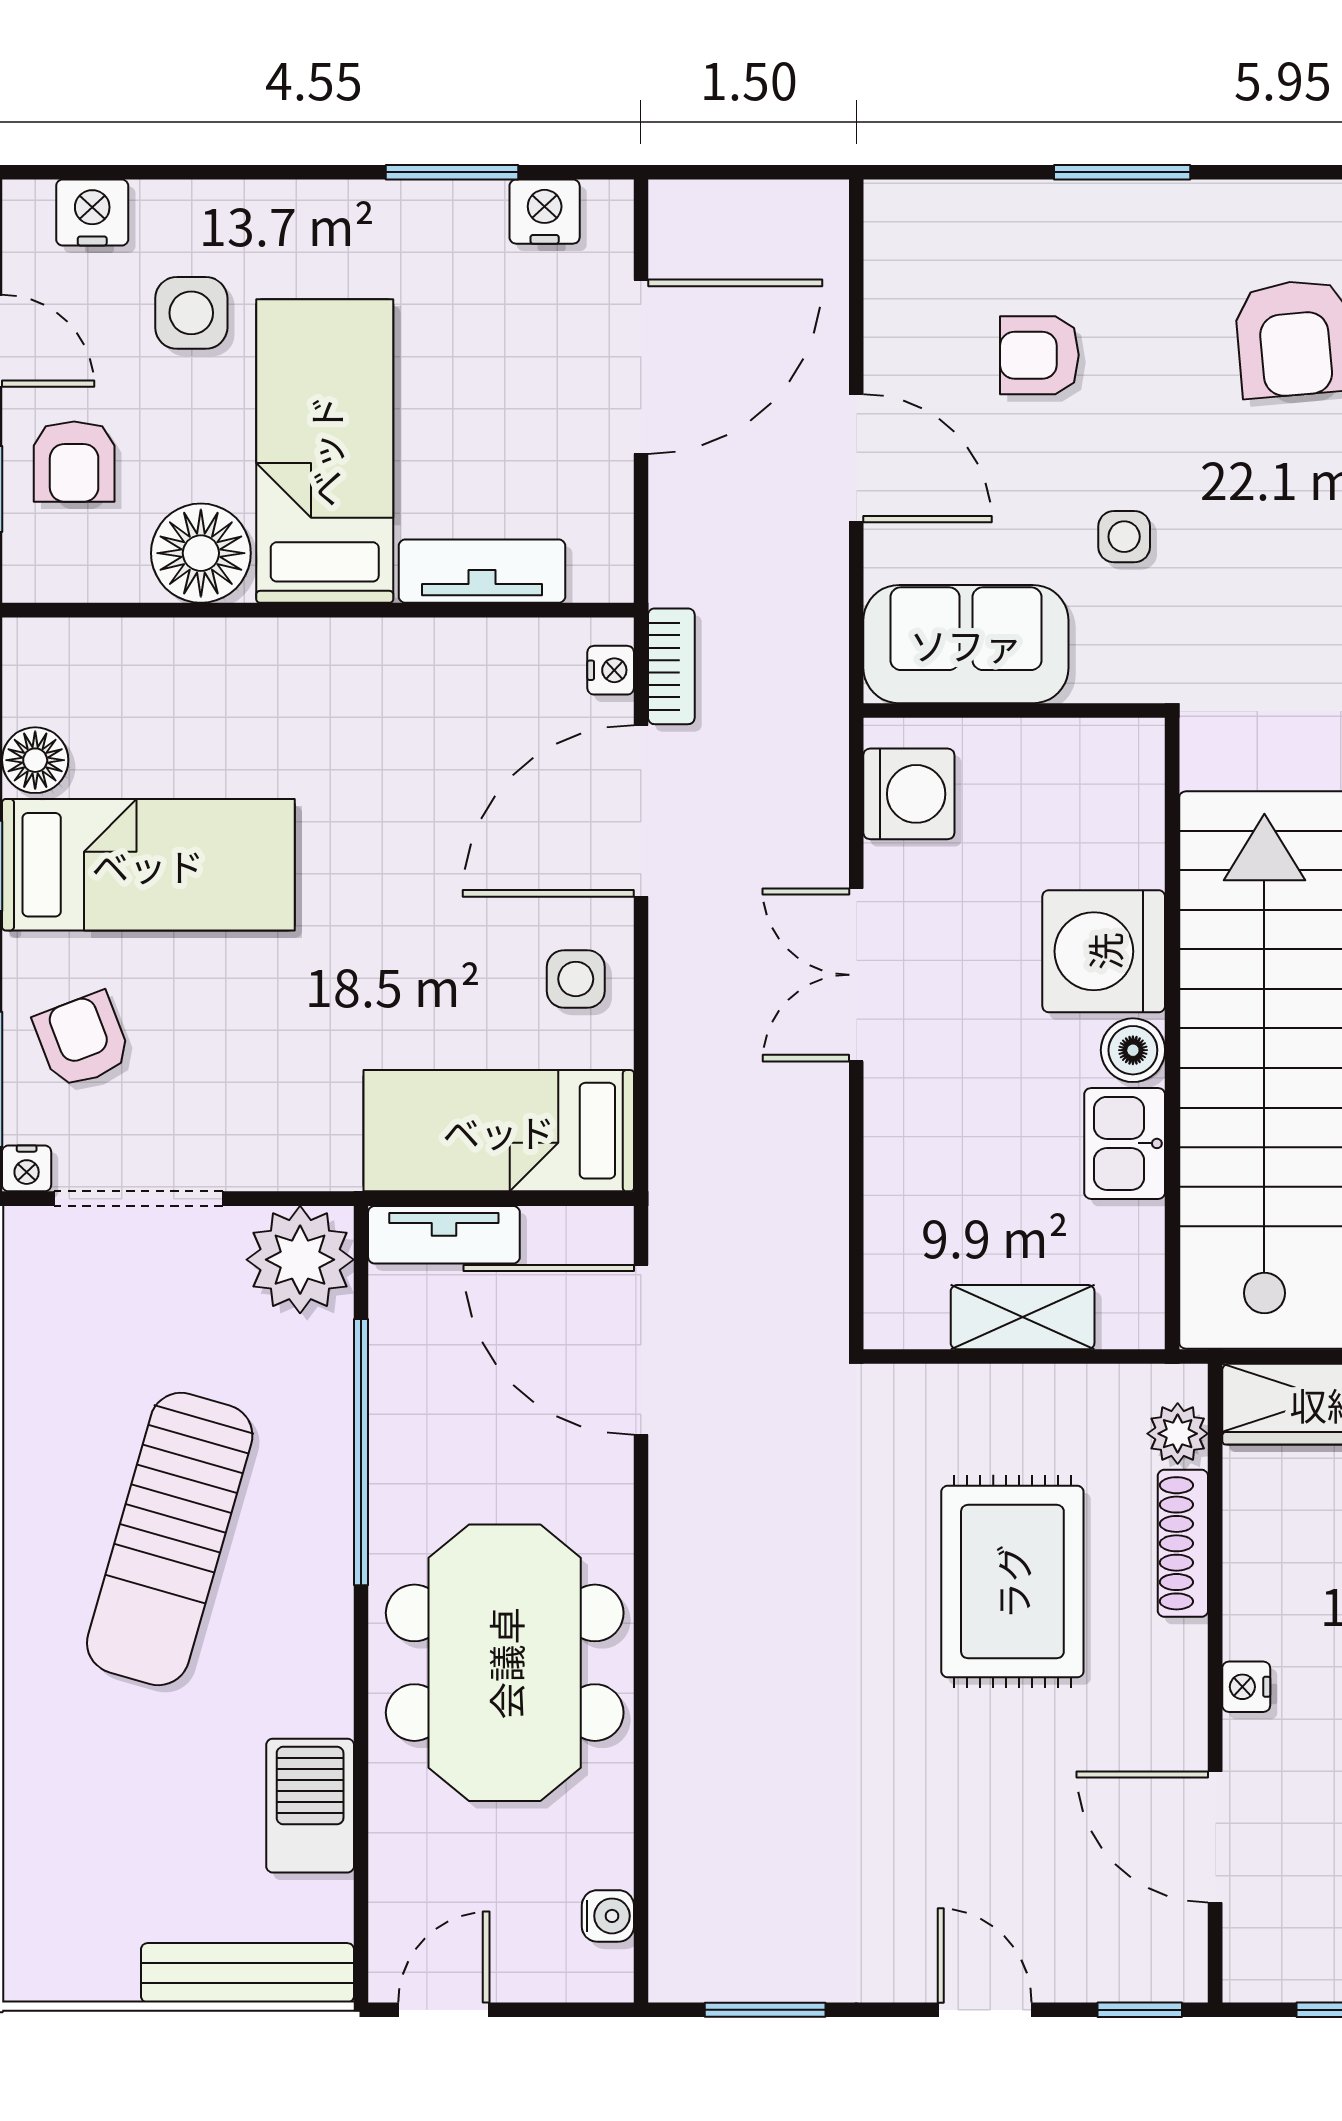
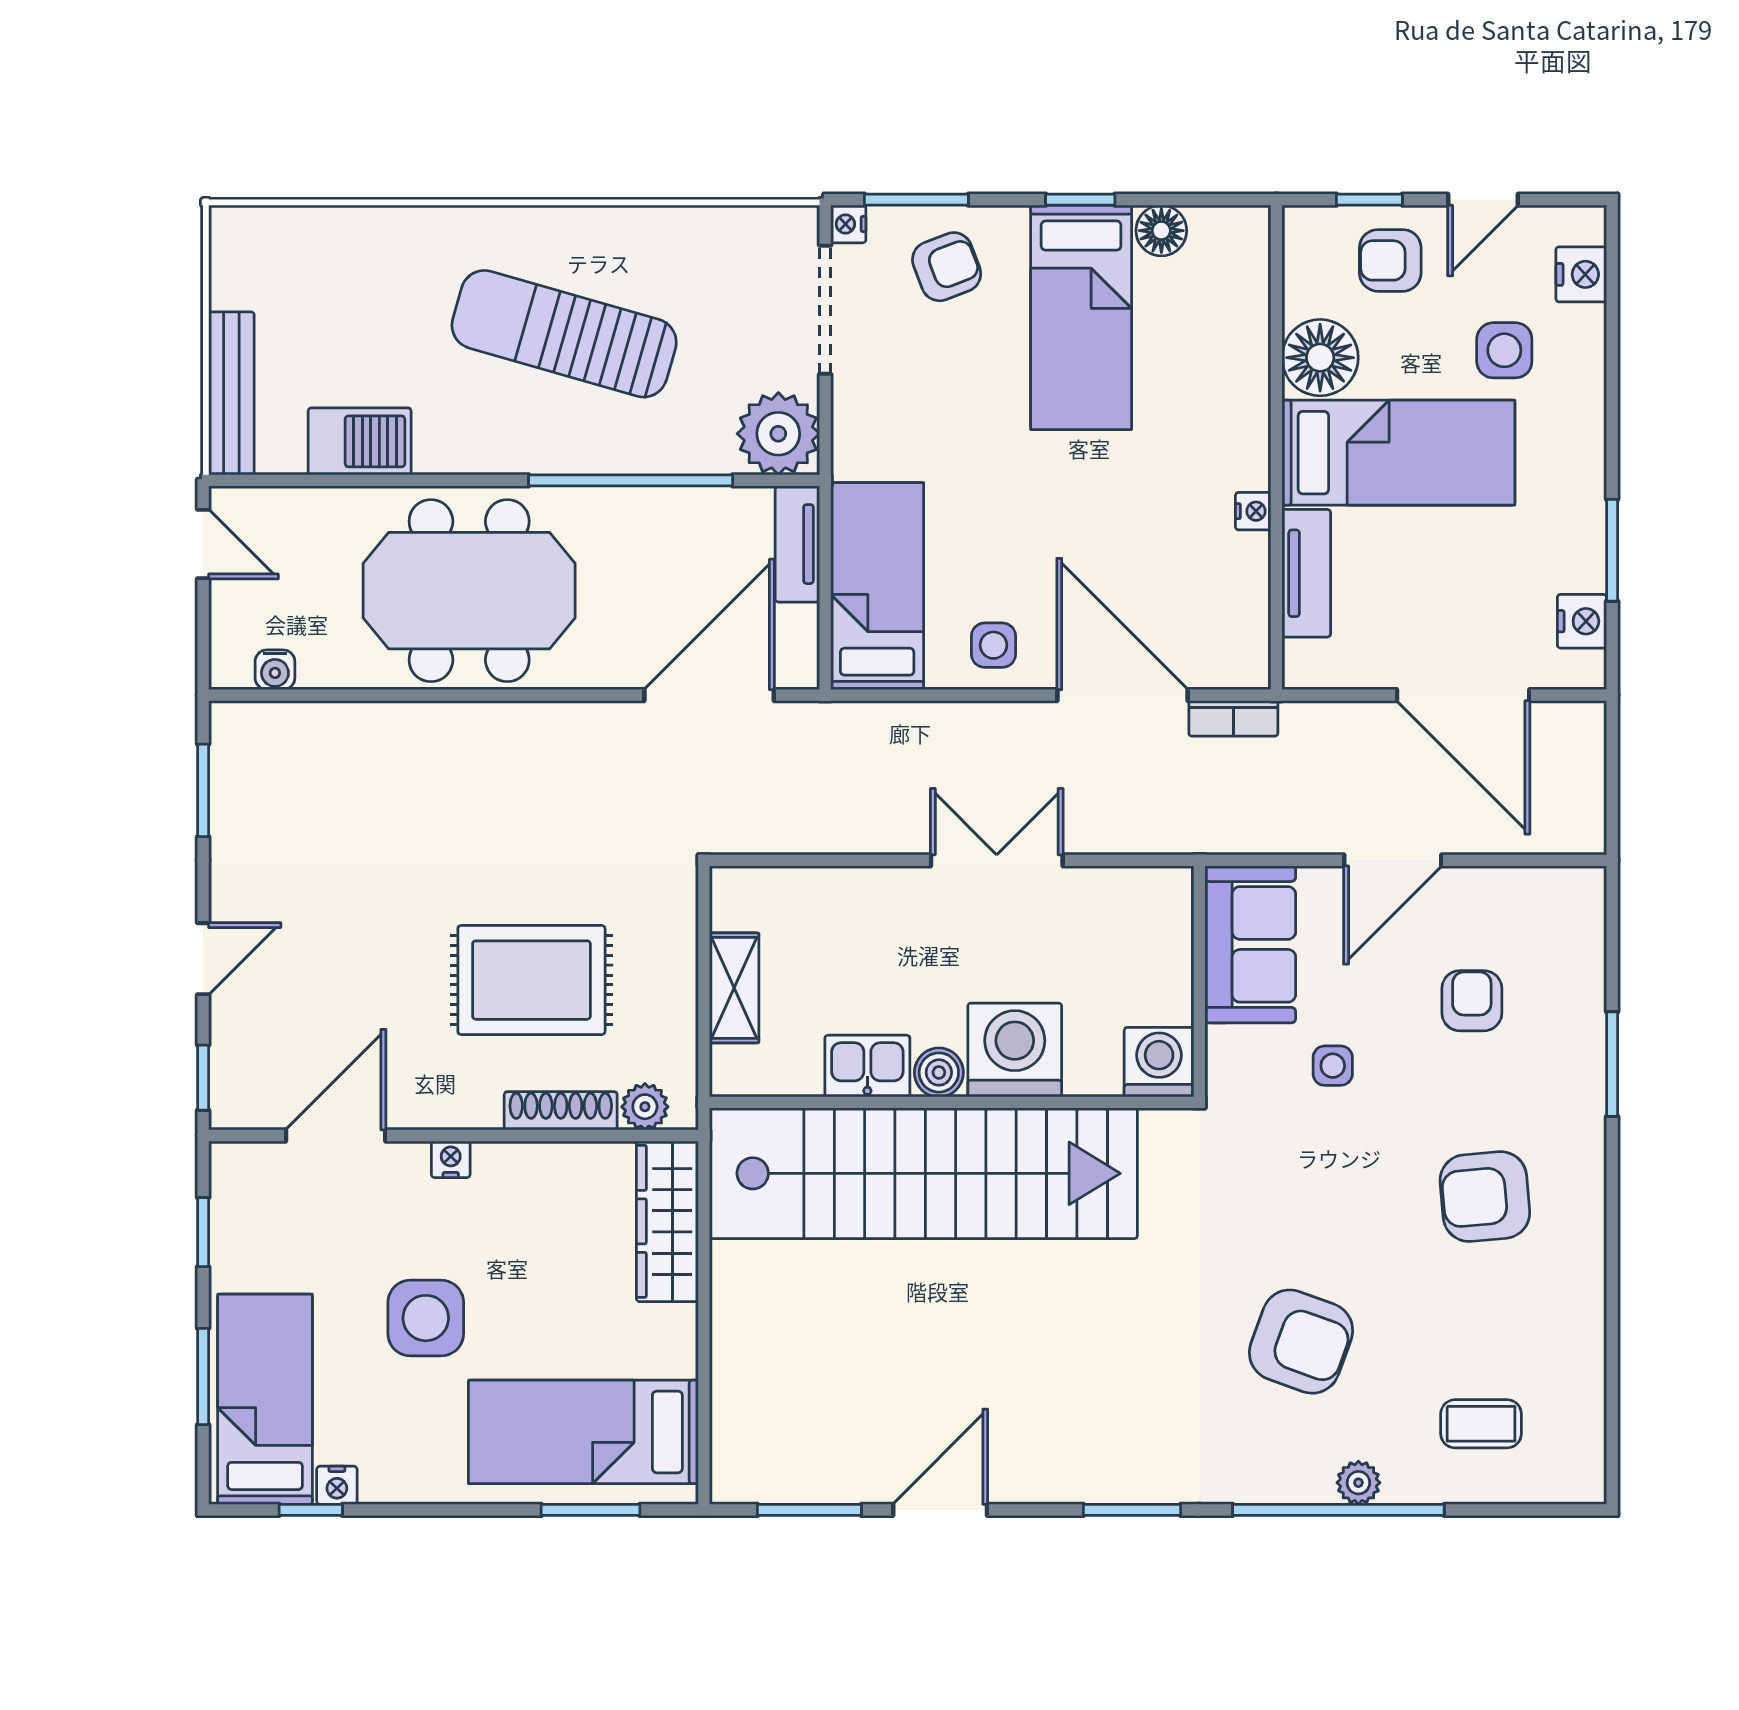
nightstand: (611, 670) -> (1253, 511), moved, turned -90
washing machine: (909, 794) -> (1159, 1062), moved, turned 180

